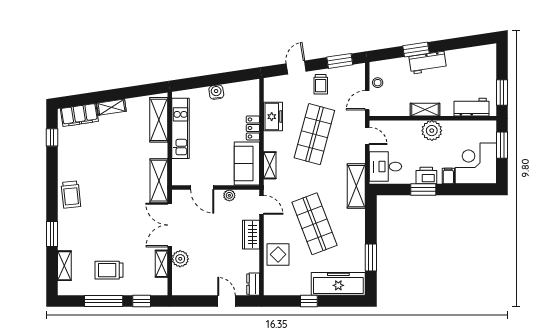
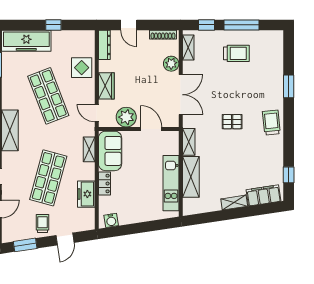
water cooler: (216, 92) -> (111, 220), moved
shelving: (159, 120) -> (191, 177), moved
shelving: (159, 181) -> (189, 142), width x0.67, depth x0.75
plant: (229, 195) -> (126, 117), width x1.87, depth x1.87
pallet: (114, 196) -> (232, 122), added
shelving: (162, 264) -> (188, 48), moved
shelving: (64, 266) -> (277, 57), removed
dresser: (253, 284) -> (104, 45), width x1.44
shoe rack: (189, 290) -> (163, 35), added

